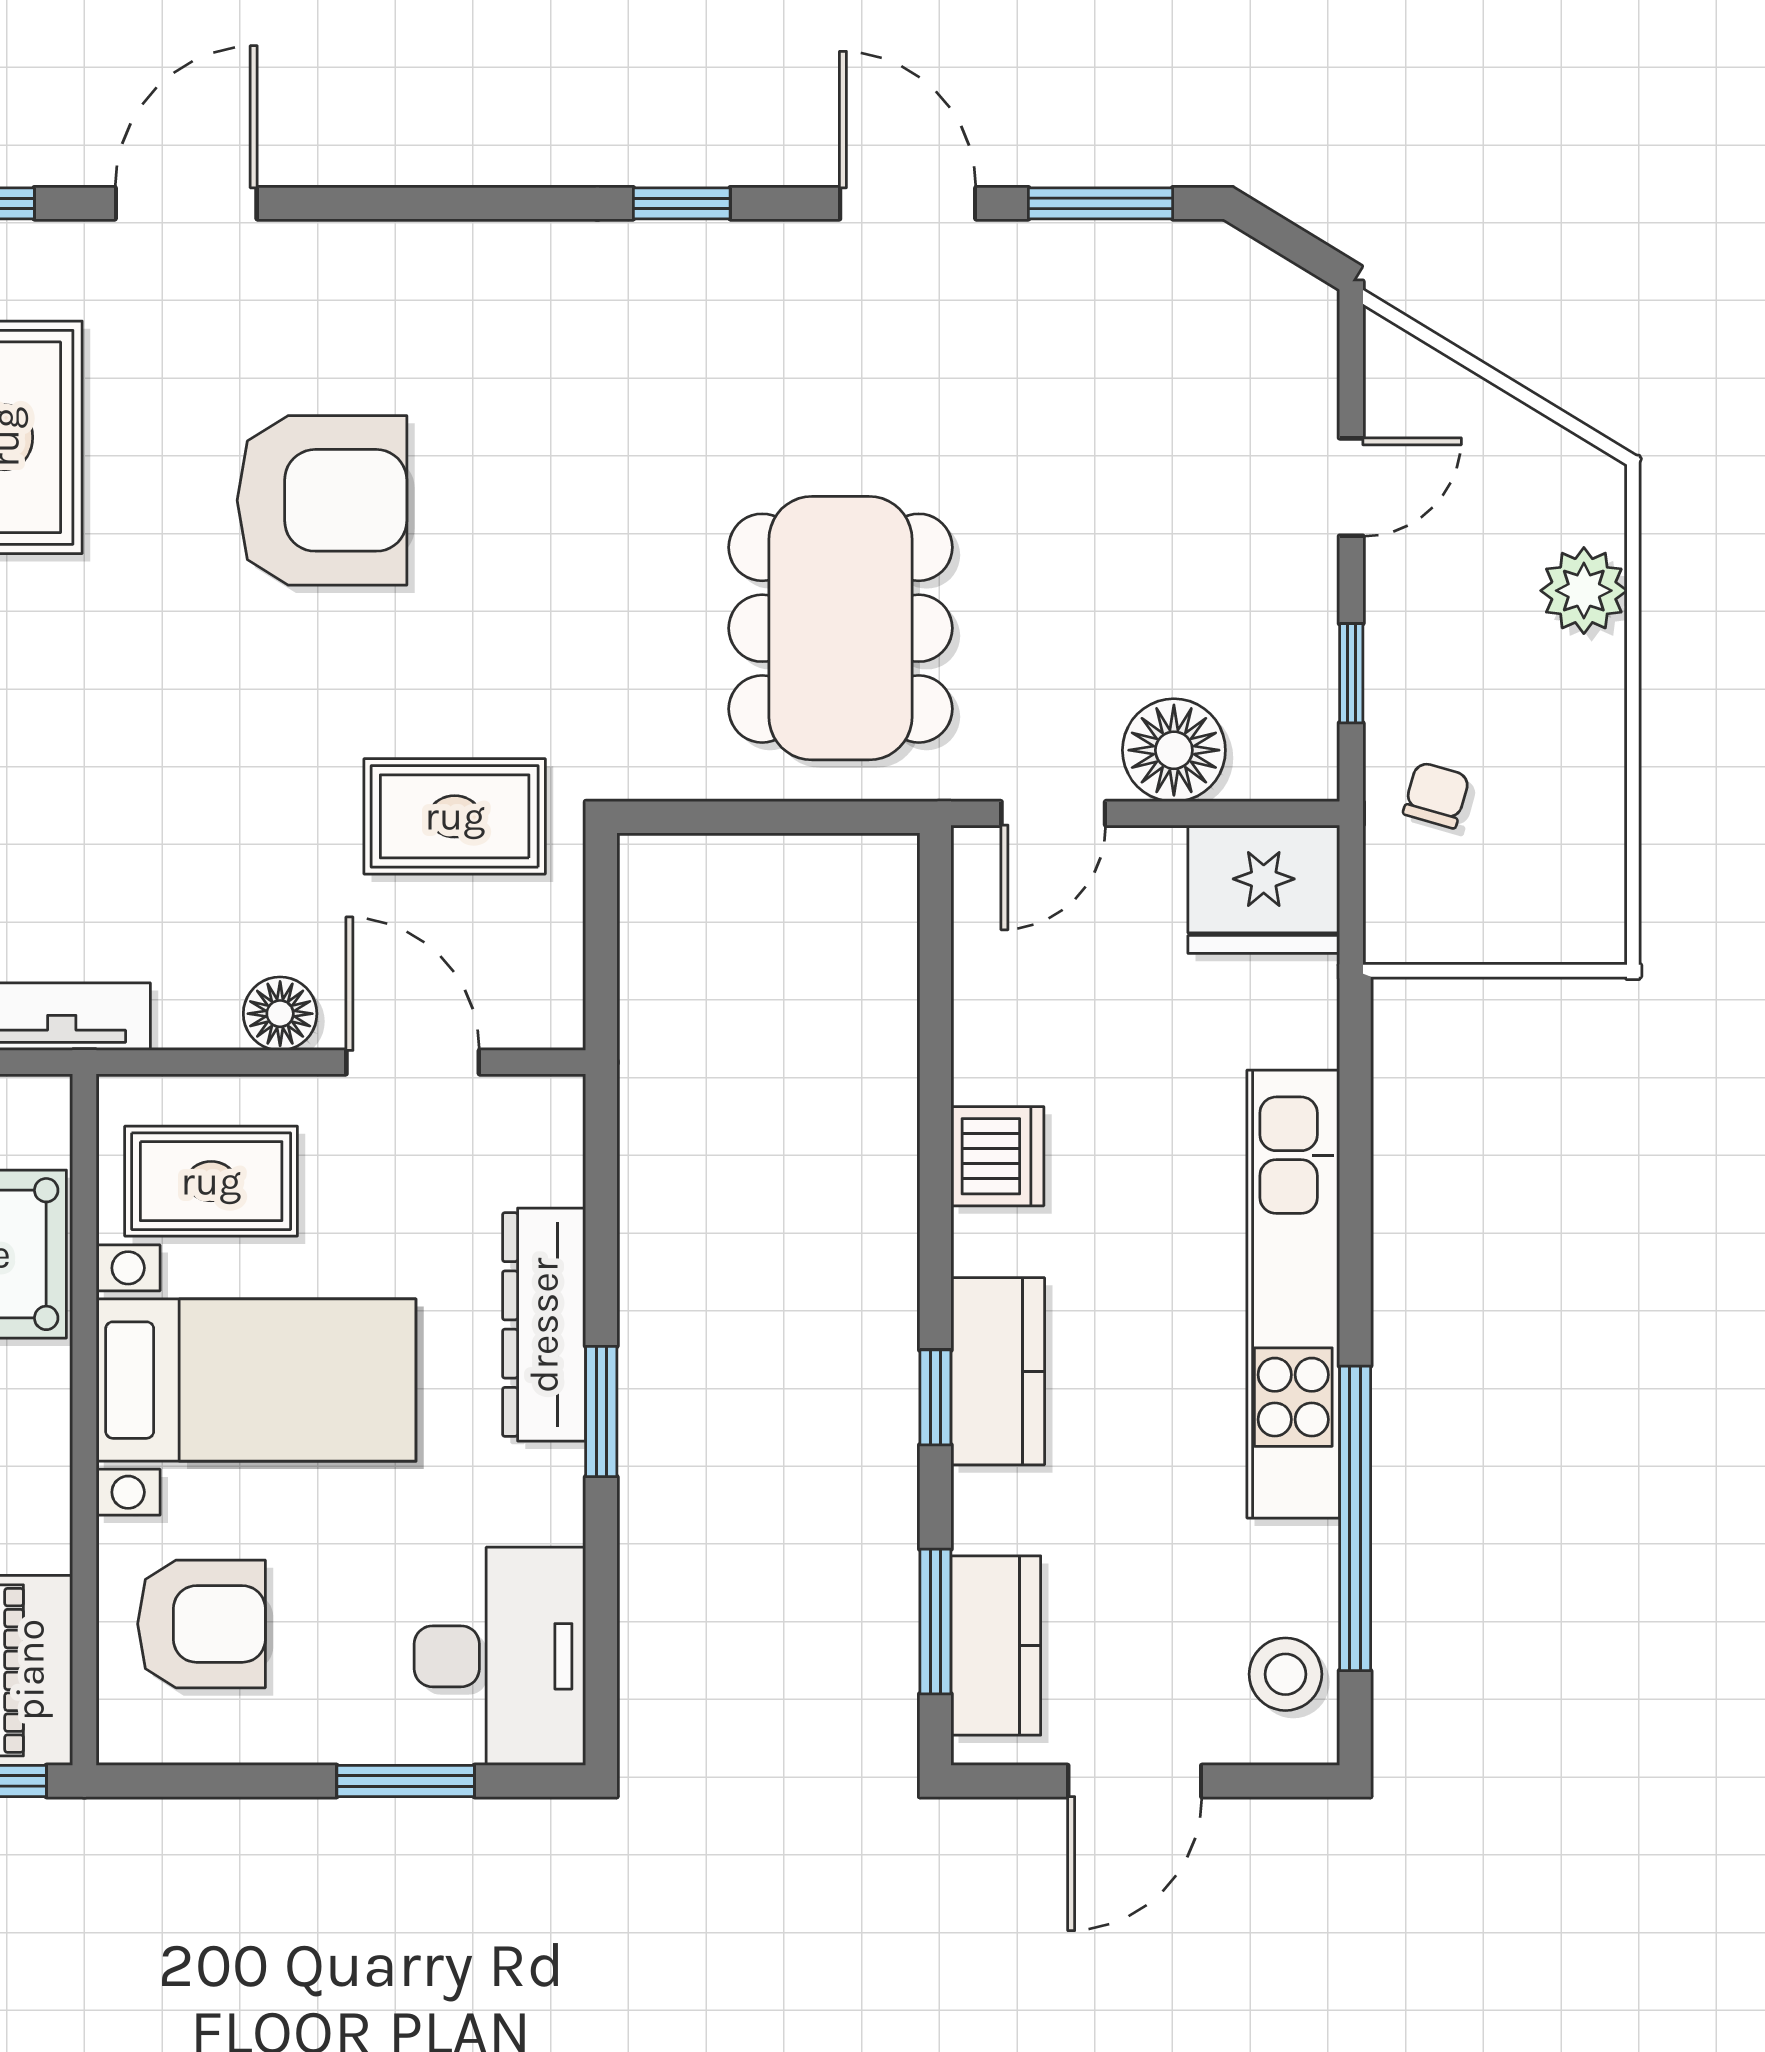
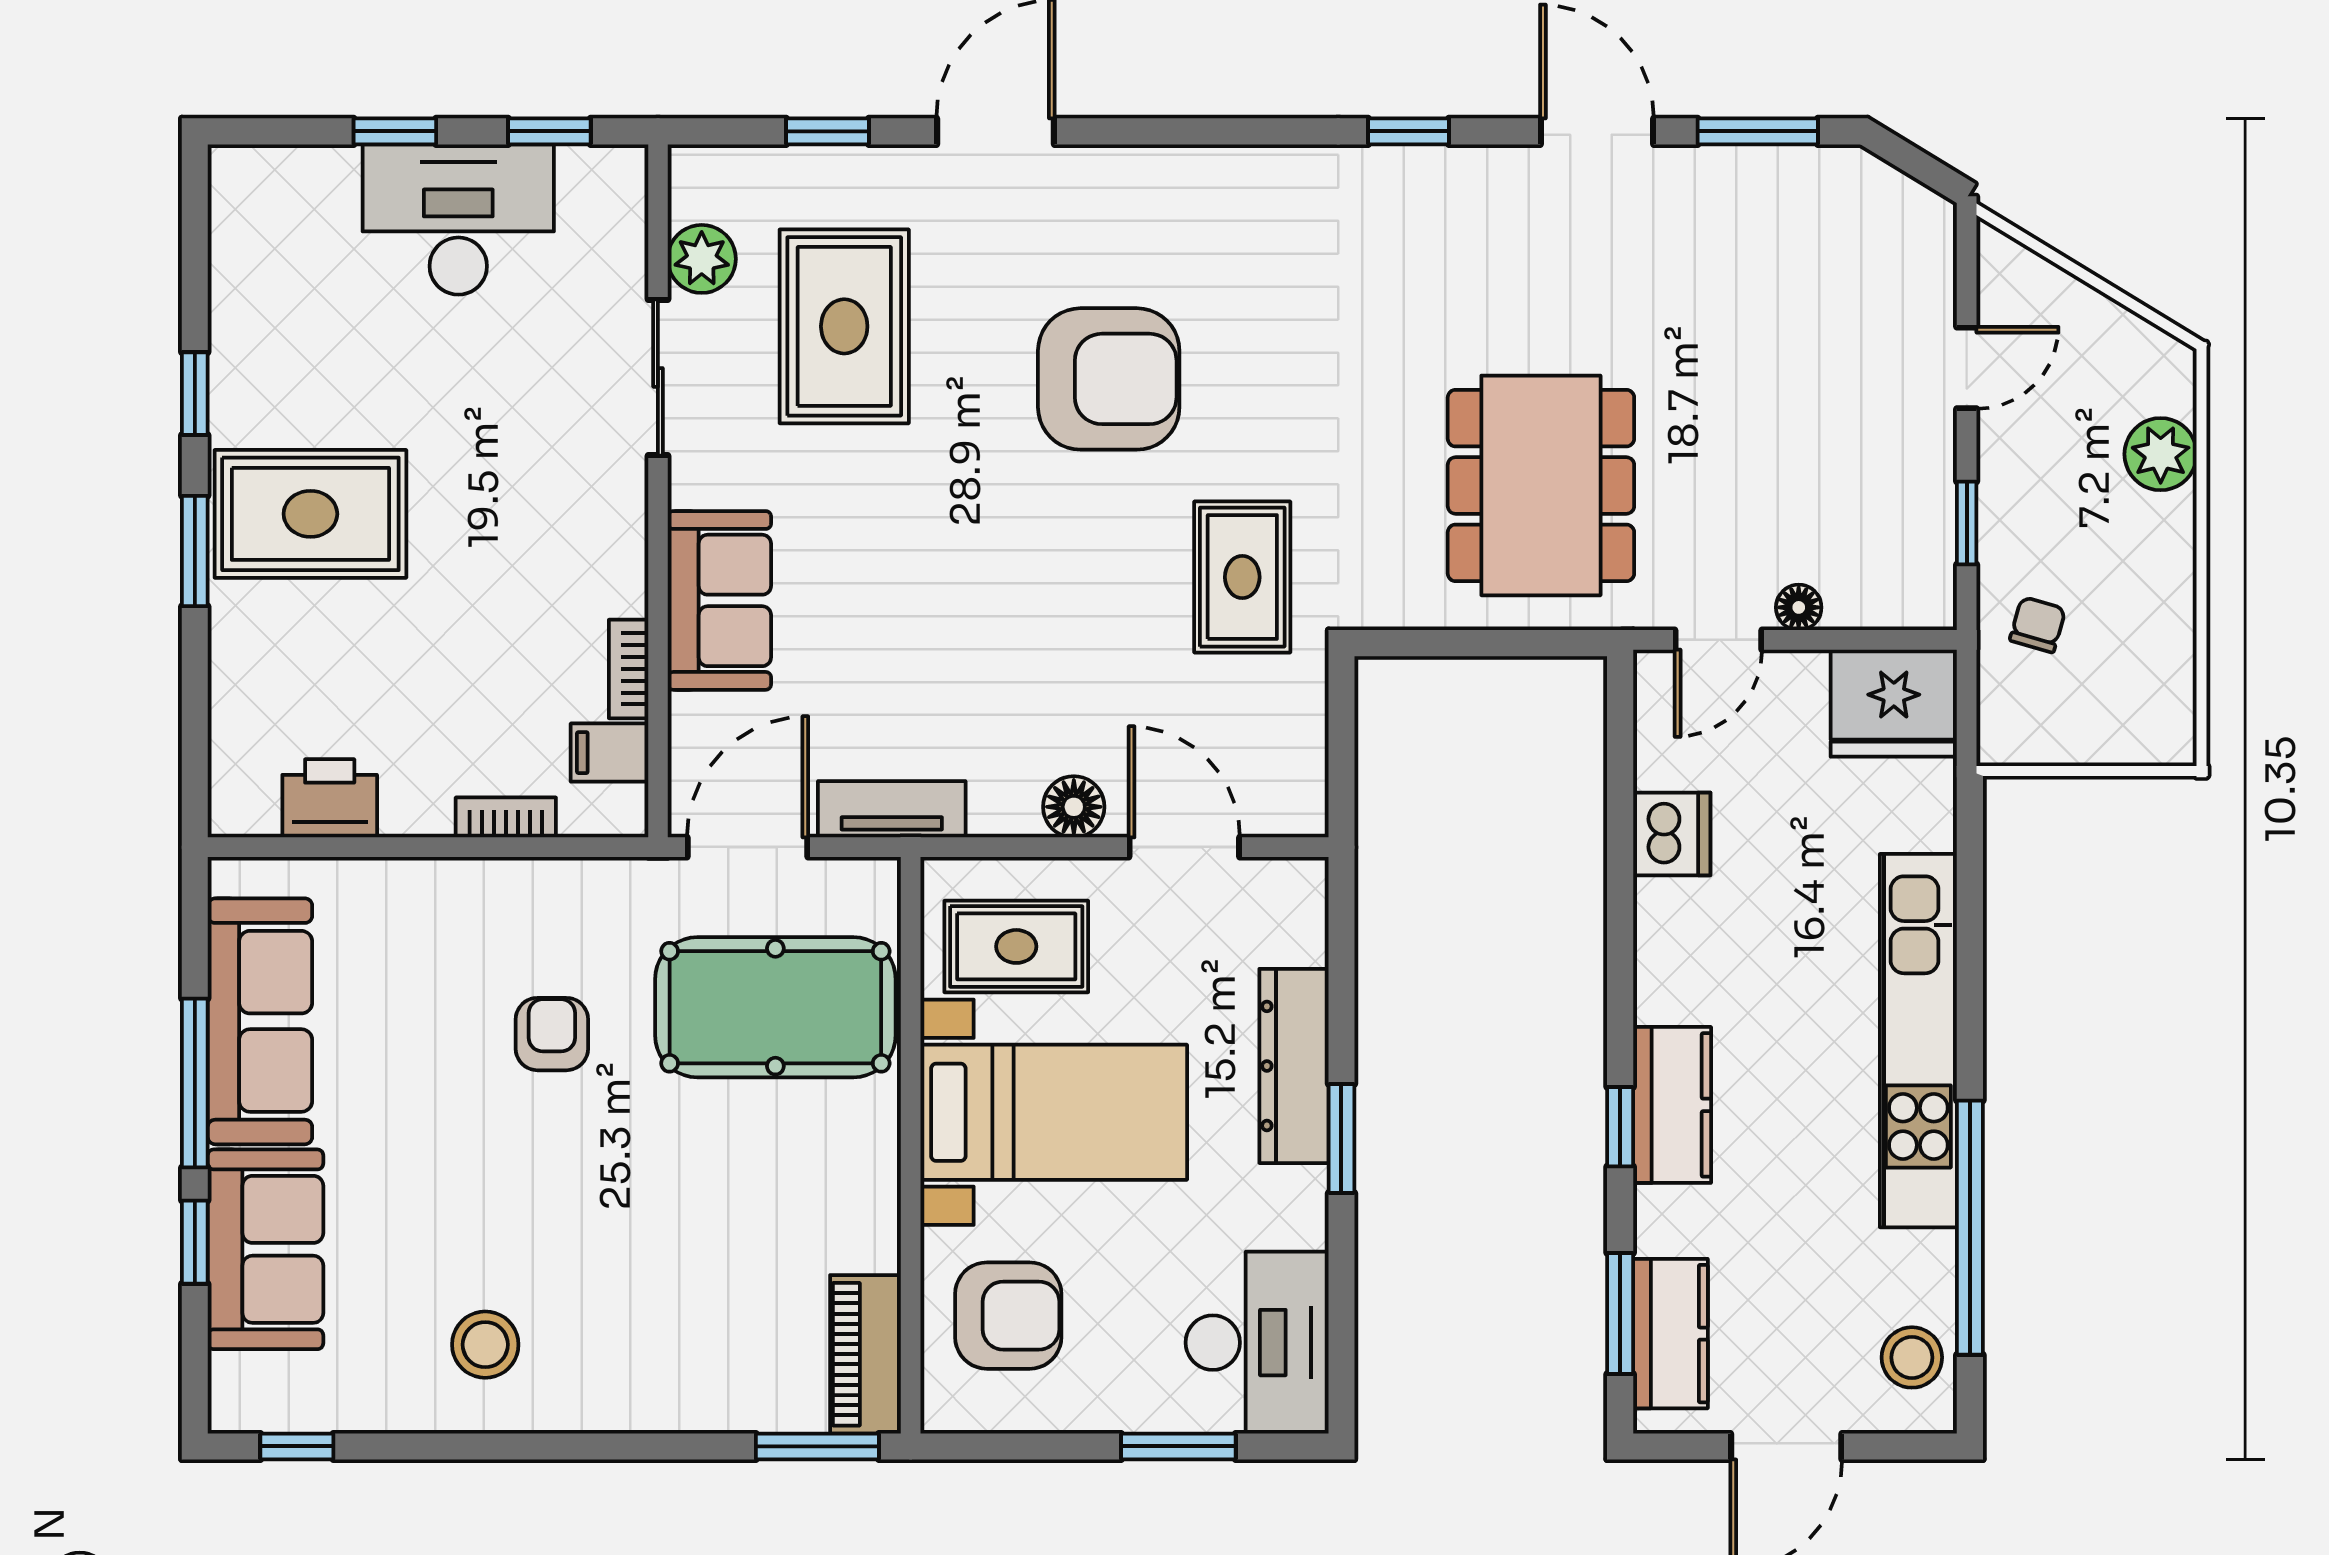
floor lamp: (1174, 750) -> (1799, 607), width x0.53, depth x0.53
rug: (455, 816) -> (1242, 577), moved, turned 90
dishwasher: (997, 1156) -> (1672, 834), moved

